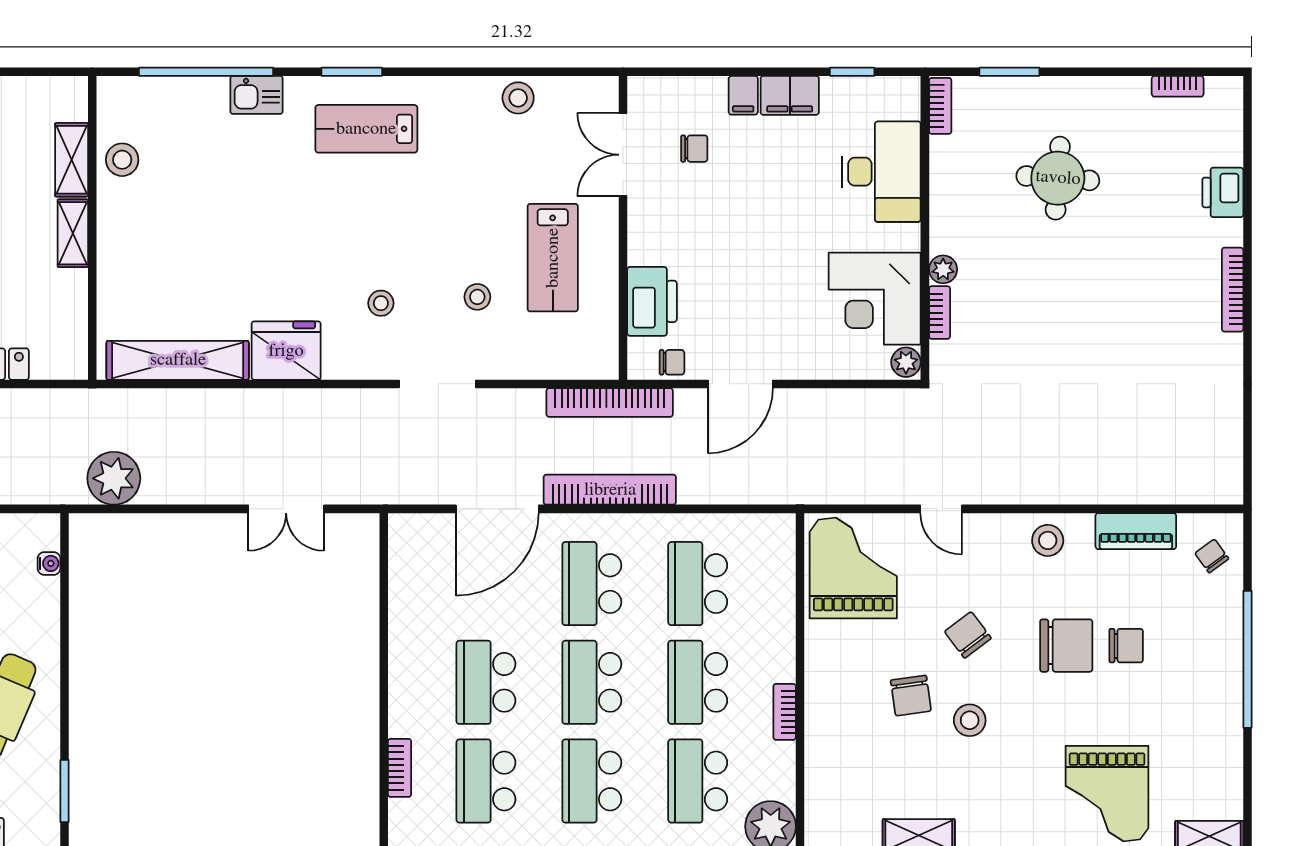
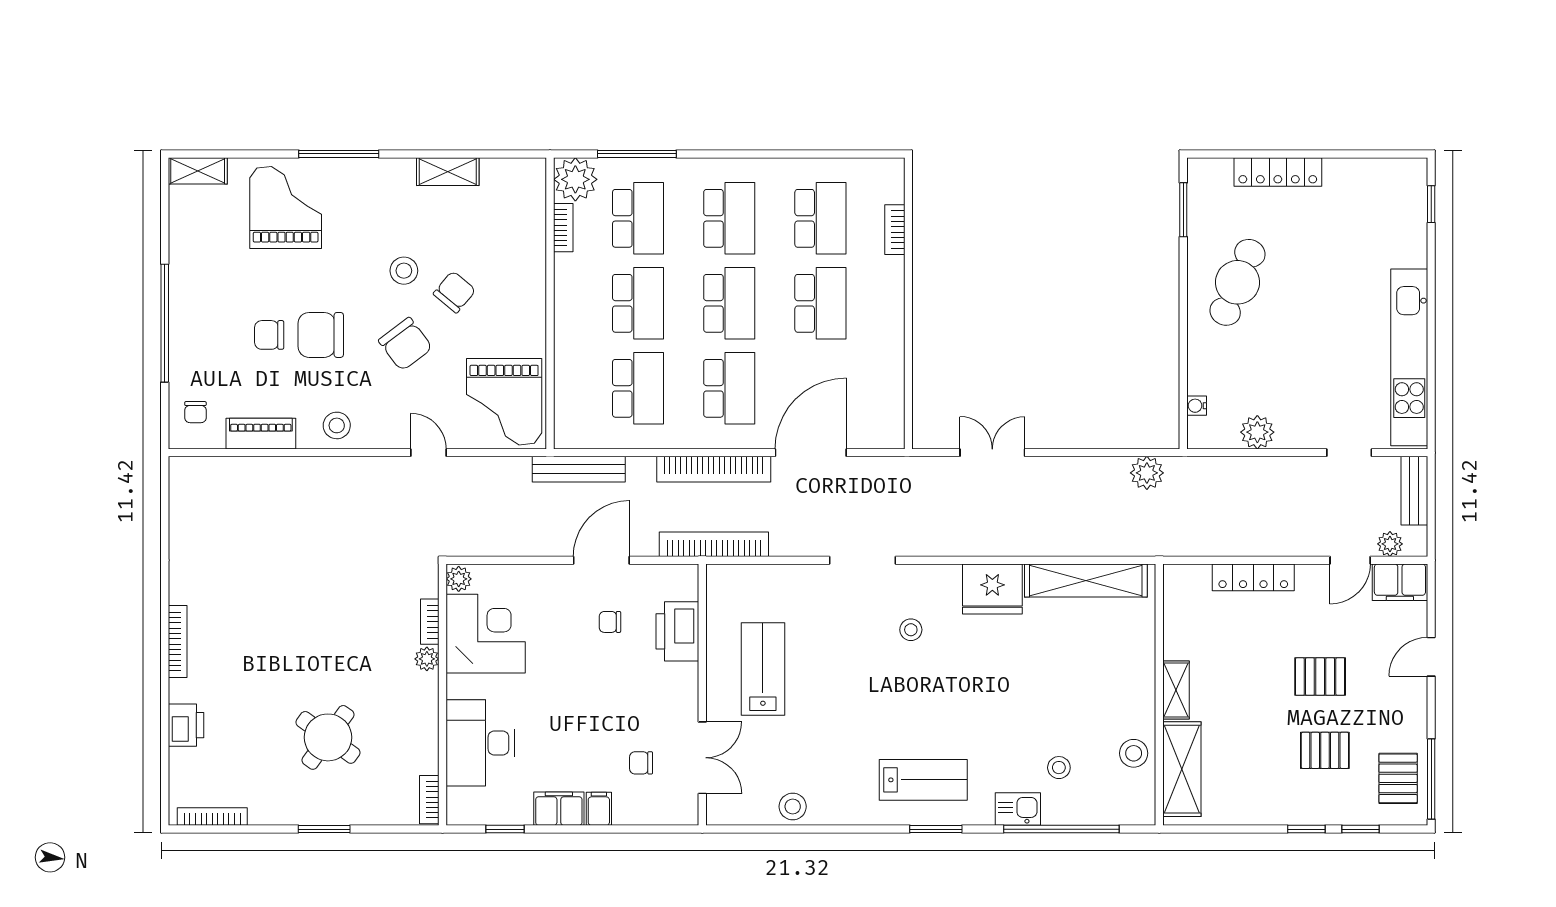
window: (1009, 72) -> (324, 829), moved
bookcase: (1178, 86) -> (212, 816), width x1.56
shelving: (72, 160) -> (1182, 769), width x1.50, depth x1.33
round table: (1058, 178) -> (328, 737), turned 32
stool: (477, 297) -> (1059, 768), moved
chair: (672, 362) -> (610, 622), moved
plant: (114, 478) -> (1147, 473), width x0.73, depth x0.73
bench: (767, 490) -> (579, 469), added
chair: (1212, 556) -> (195, 412), turned 36
chair: (968, 635) -> (405, 344), width x1.37, depth x1.37
chair: (911, 696) -> (455, 292), turned 48
bookcase: (785, 712) -> (563, 228), moved

